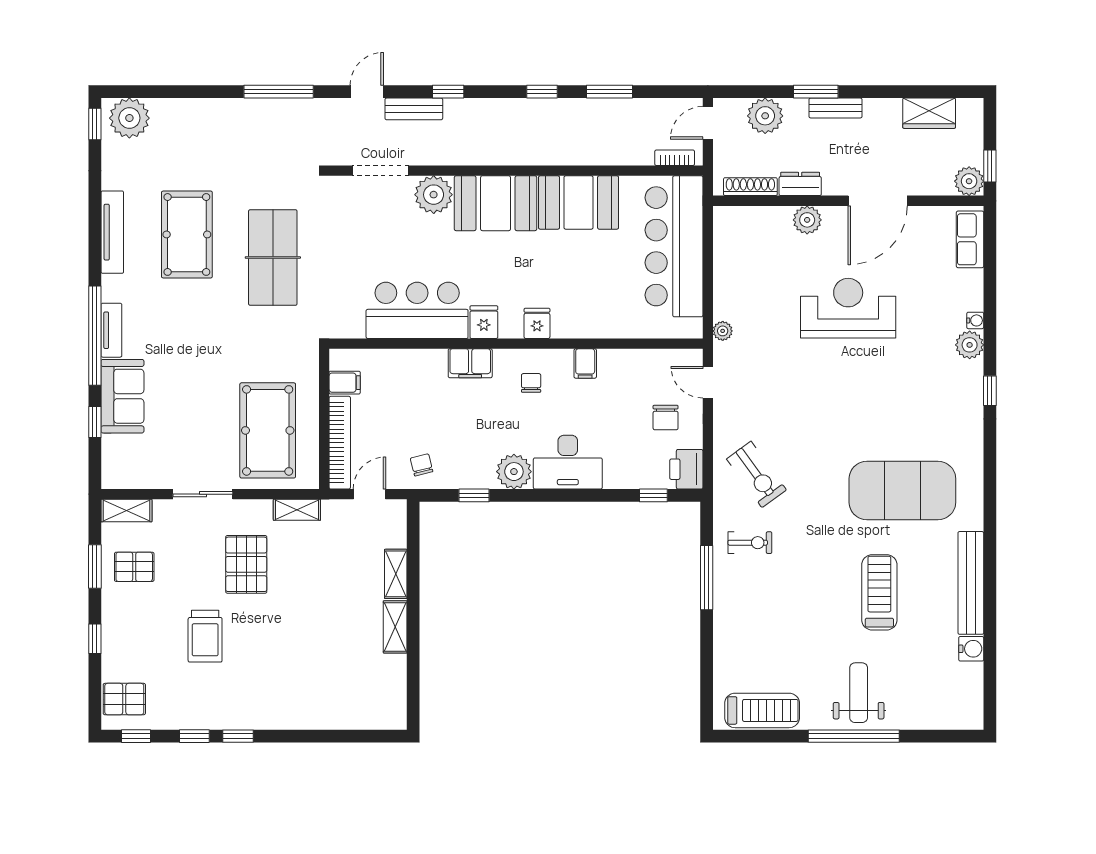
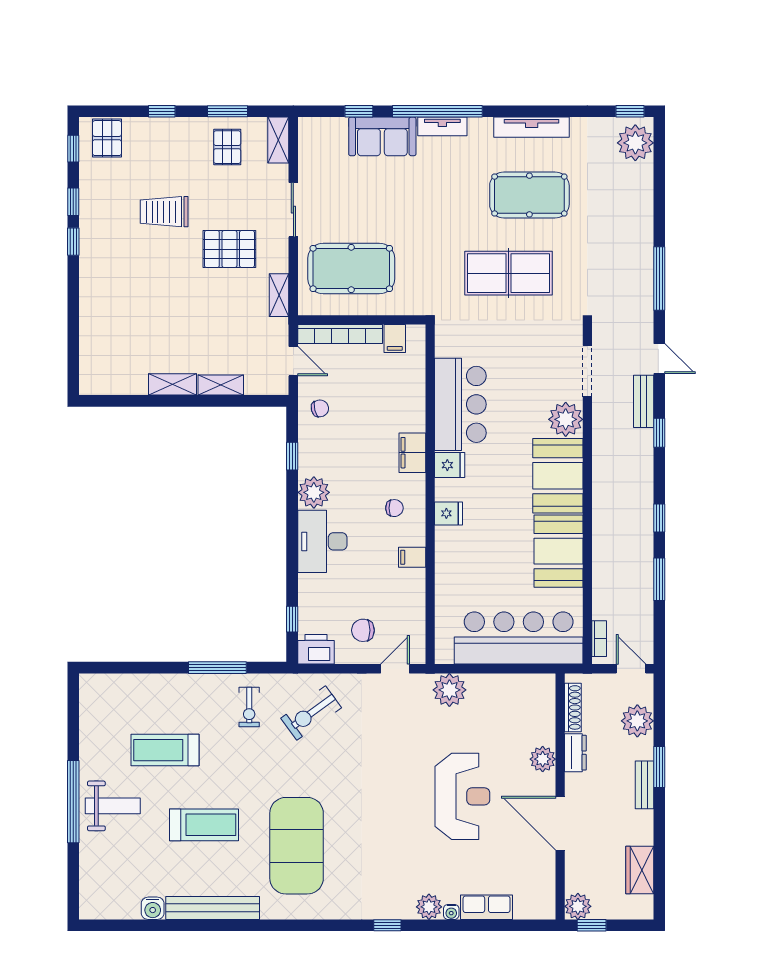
row of seats: (970, 239) -> (487, 907), moved
plant: (723, 331) -> (449, 690), width x1.88, depth x1.88
treadmill: (762, 710) -> (165, 750), moved, turned 90

